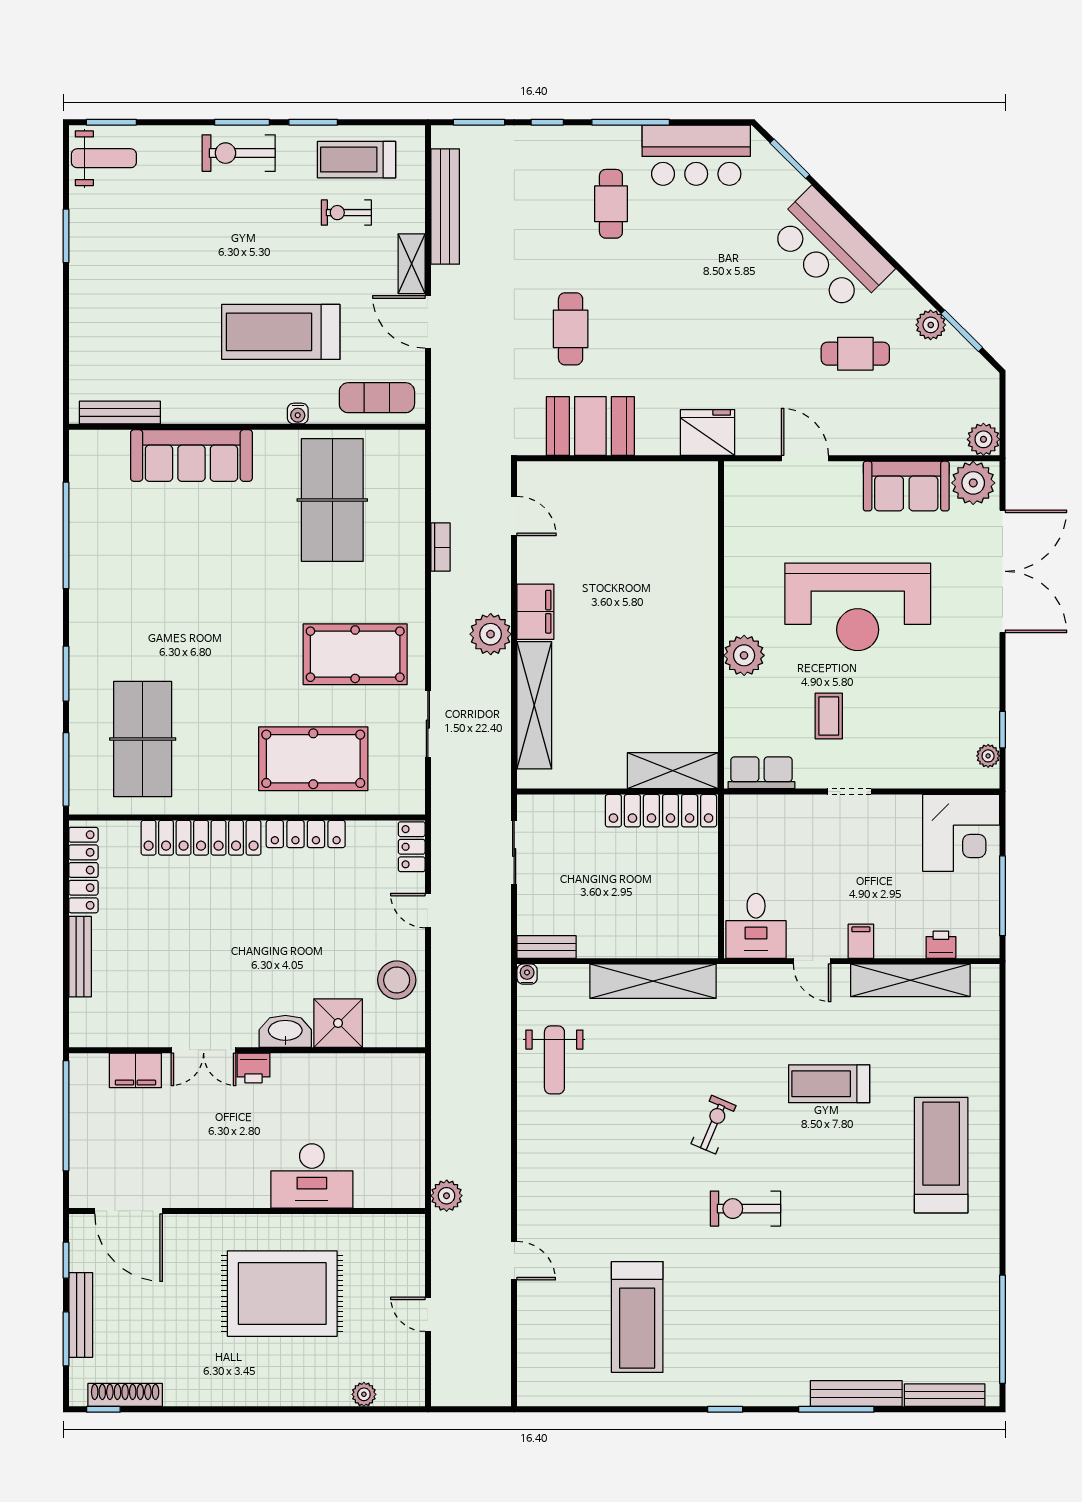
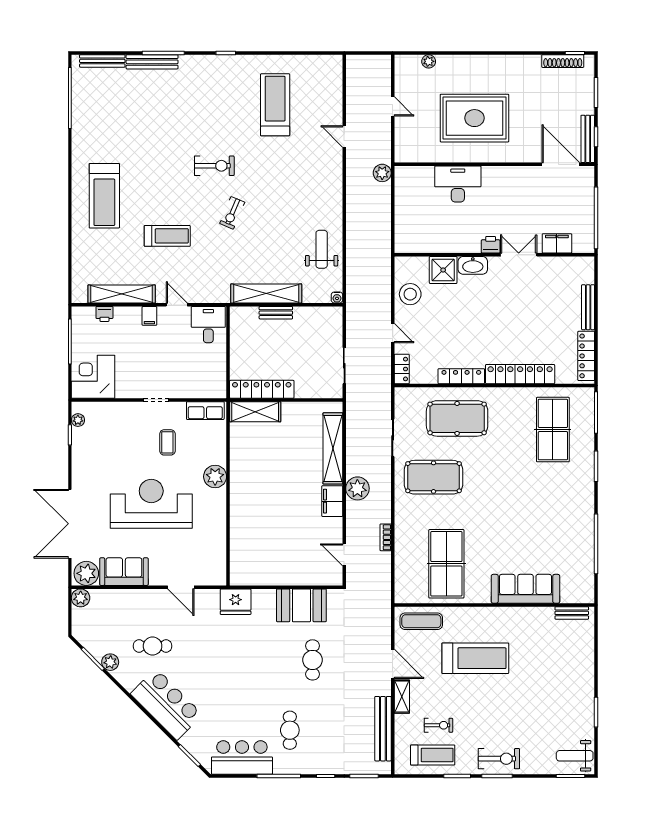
bench: (120, 413) -> (572, 613), width x0.73
water cooler: (298, 414) -> (466, 612), removed
bench: (546, 947) -> (276, 313), moved
bench: (81, 1315) -> (588, 139), moved

